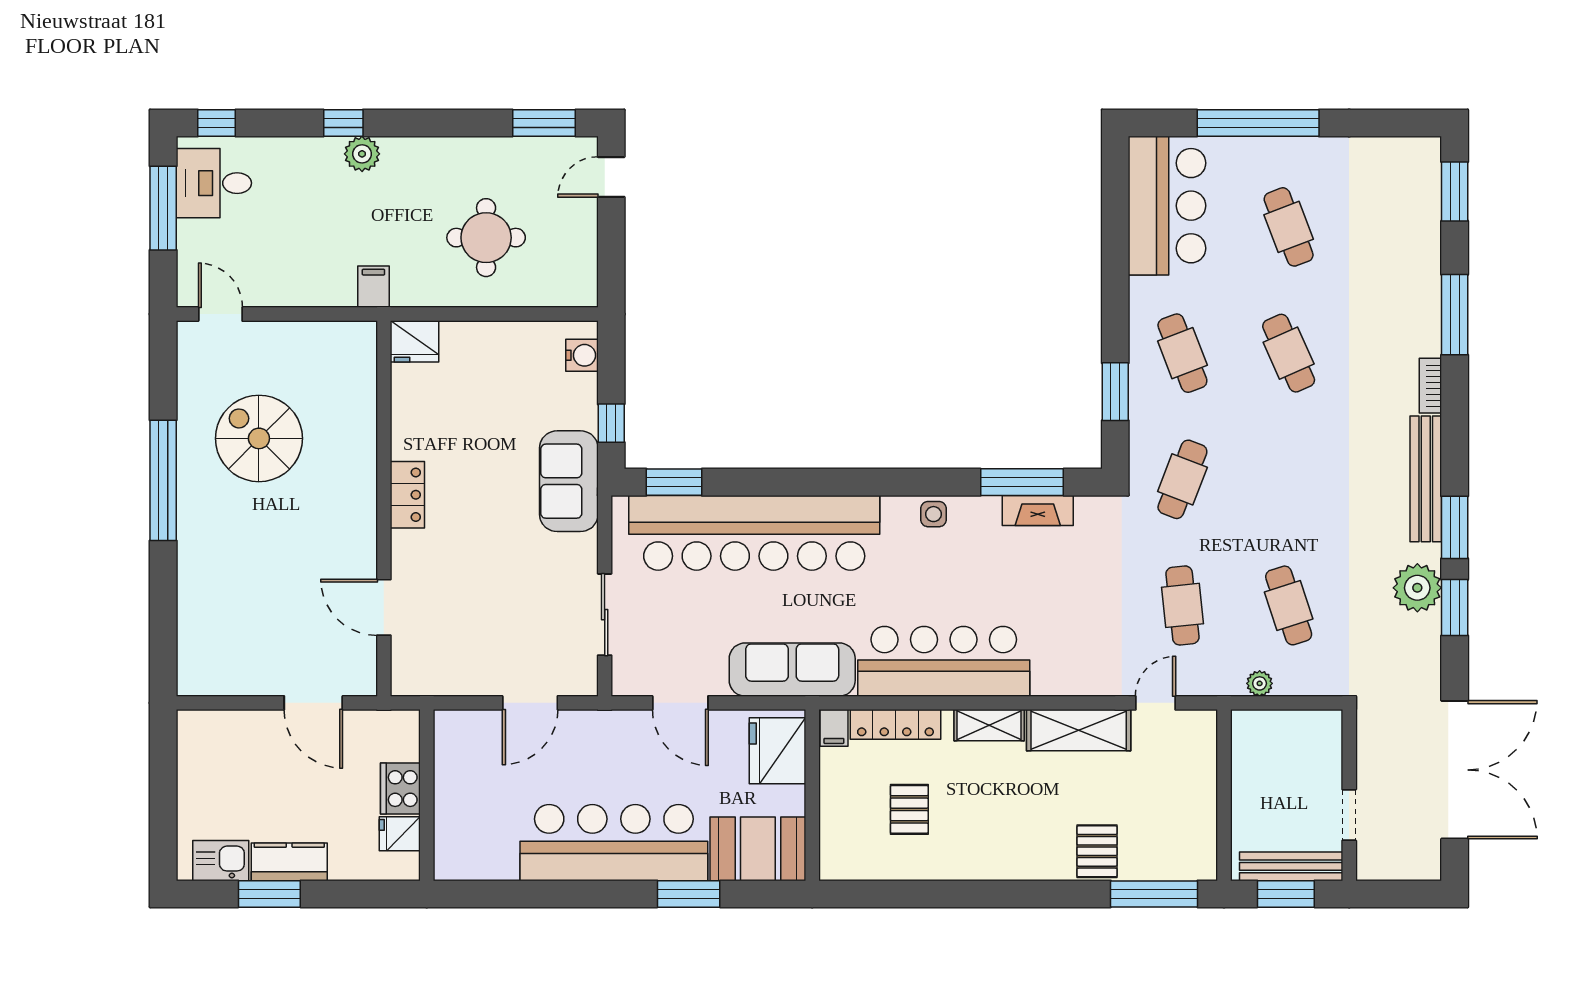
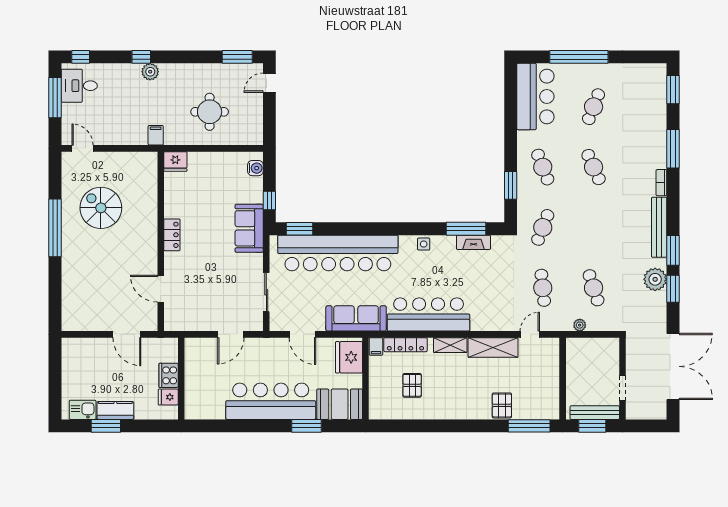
cafe table: (1289, 227) -> (594, 107), turned 42

